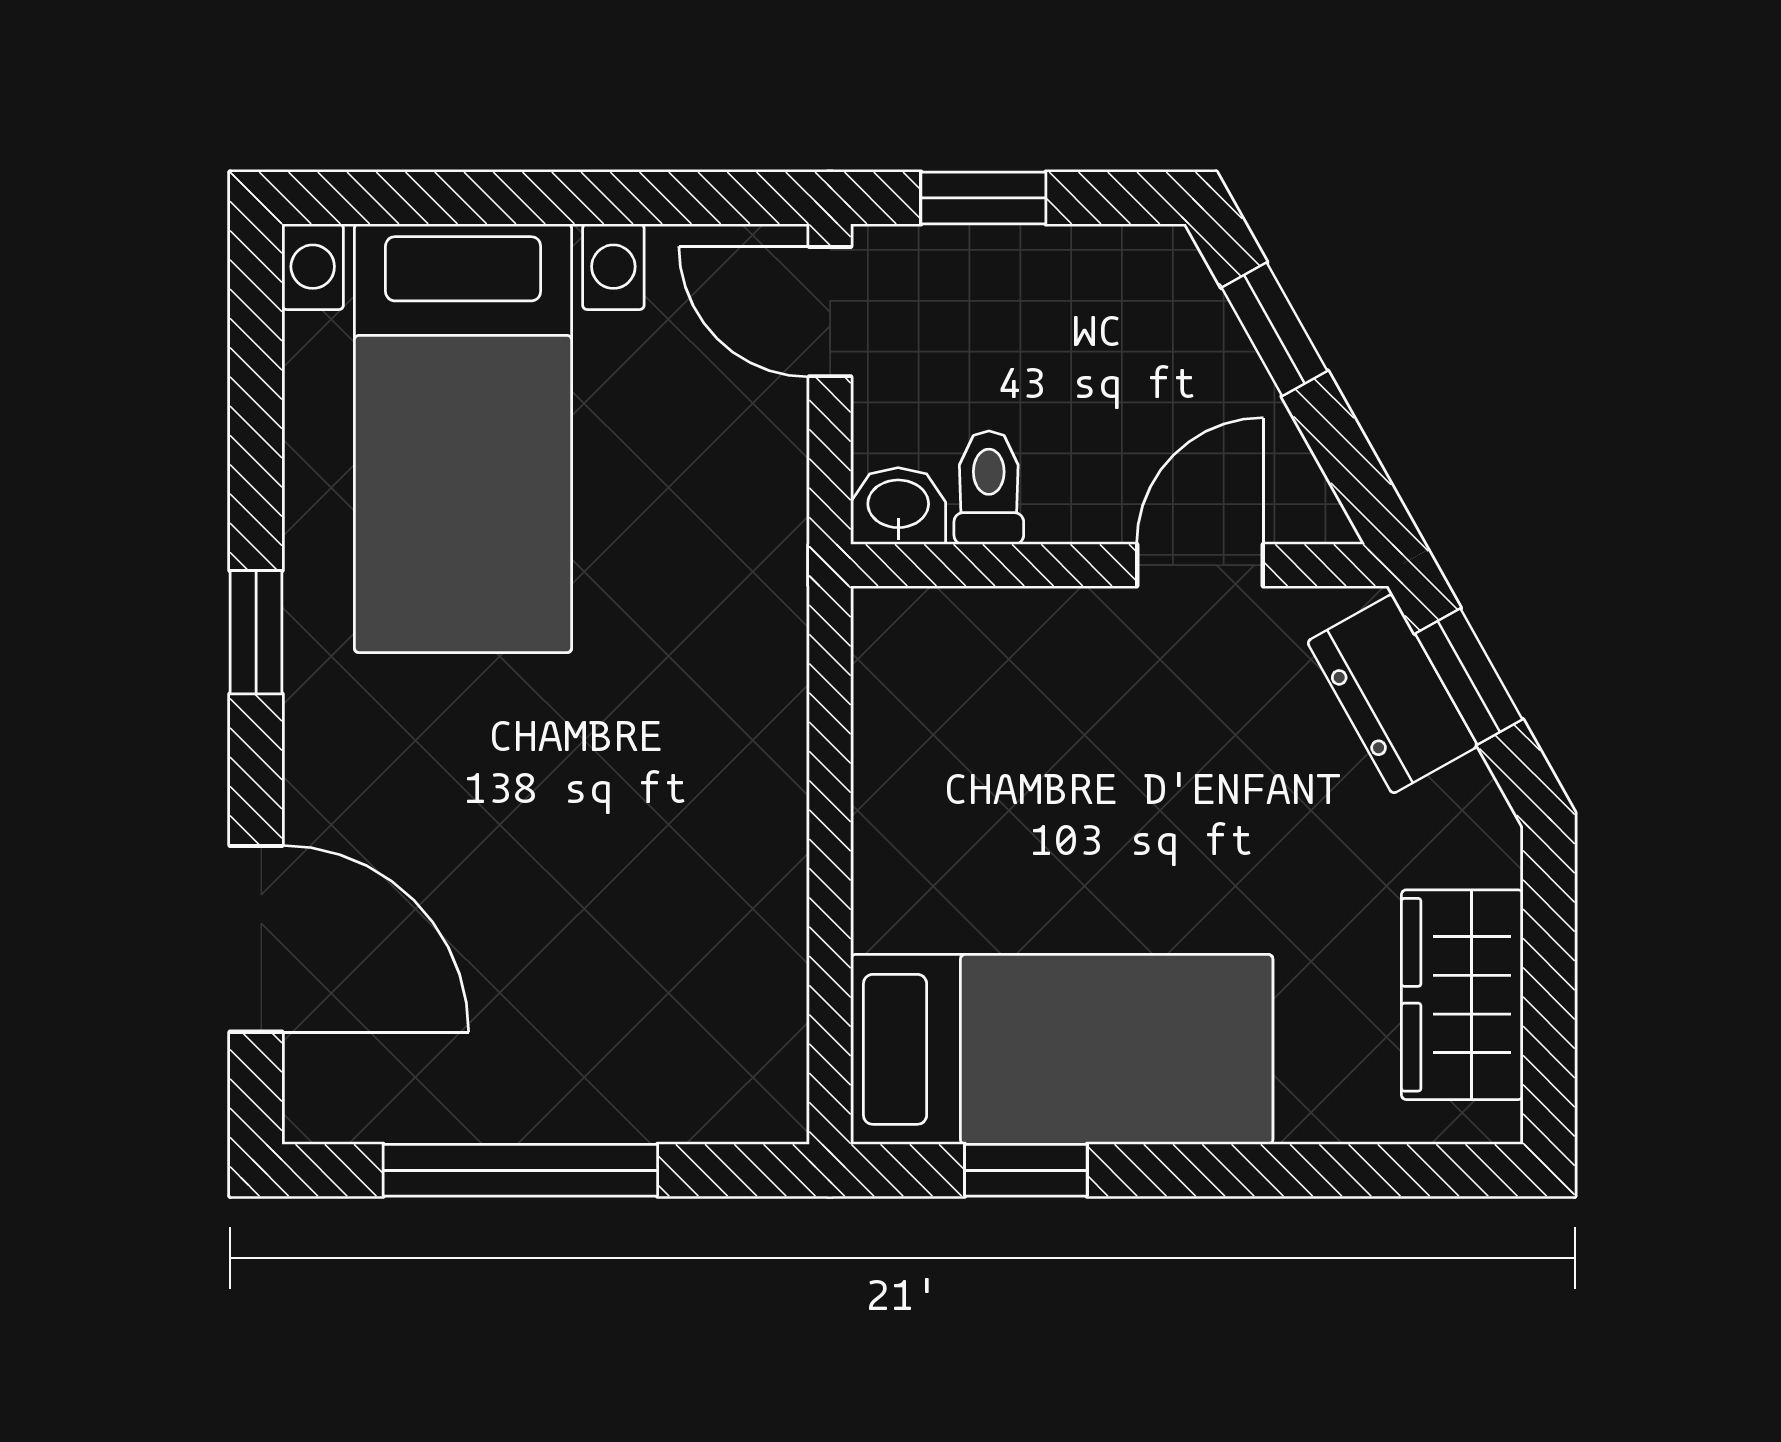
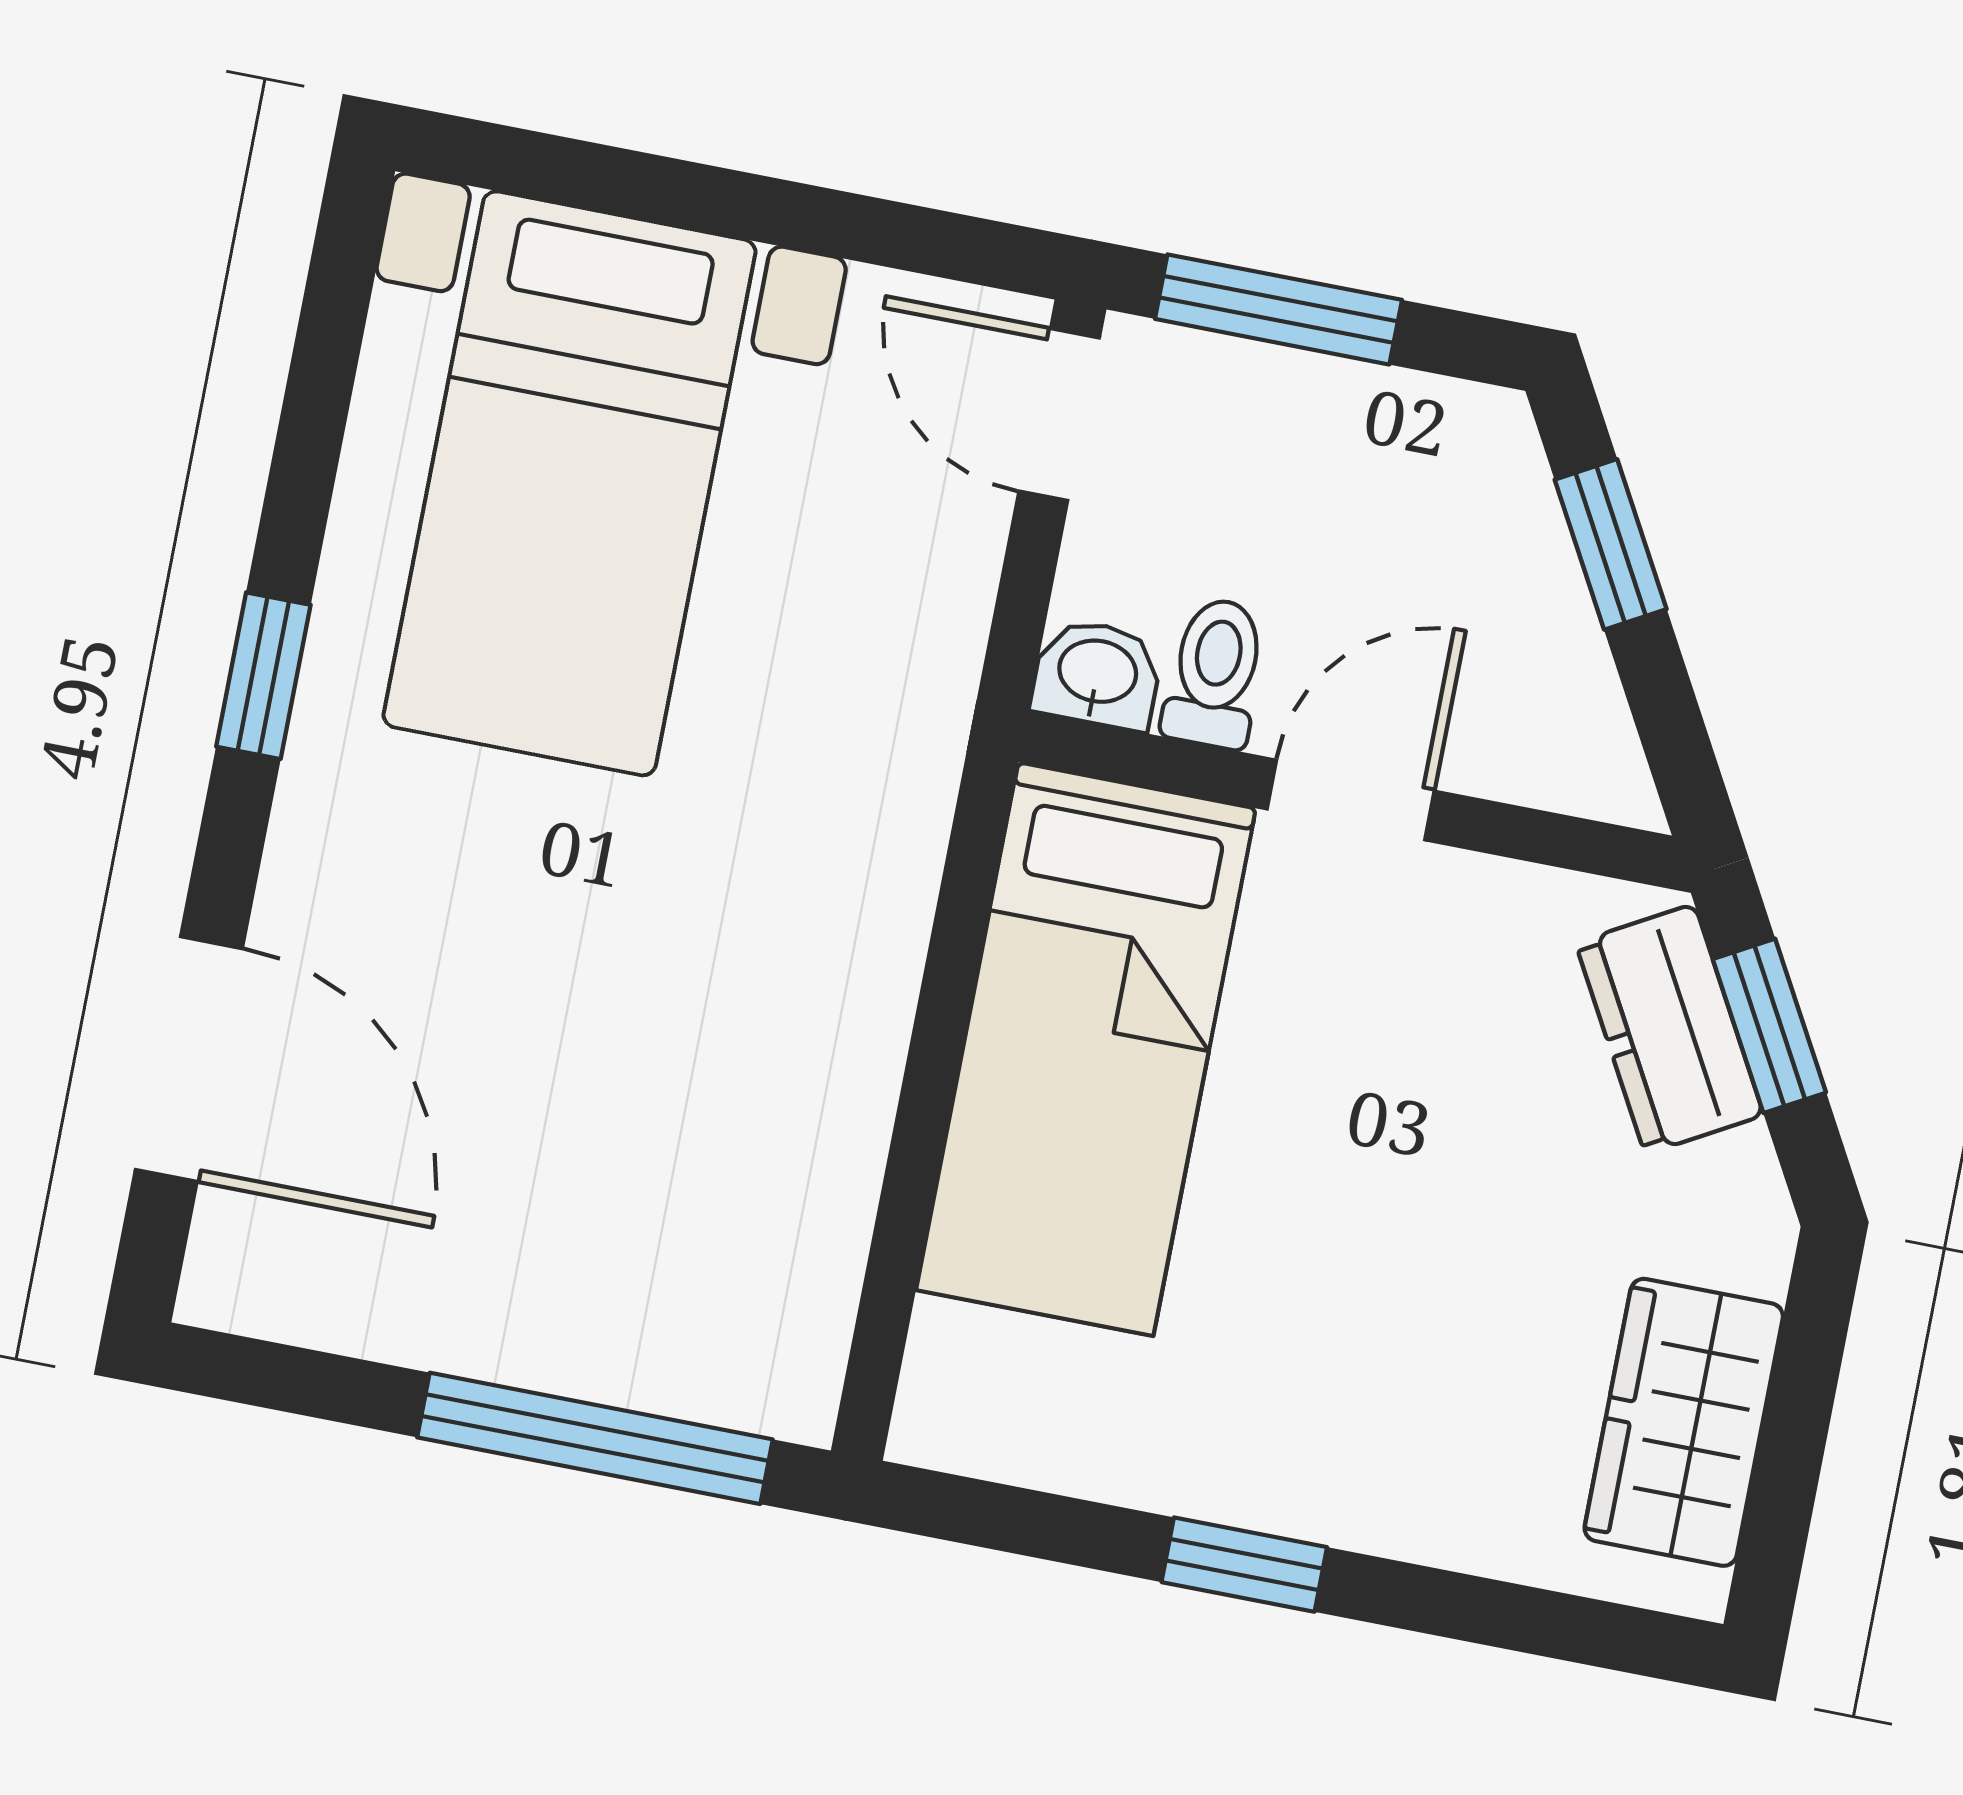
window: (983, 198) -> (1278, 309), width x1.50
door: (1200, 565) -> (1351, 800), moved
bed: (1062, 1049) -> (1086, 1049), moved, turned 90
window: (520, 1170) -> (595, 1438), moved
window: (1026, 1170) -> (1244, 1565), moved

